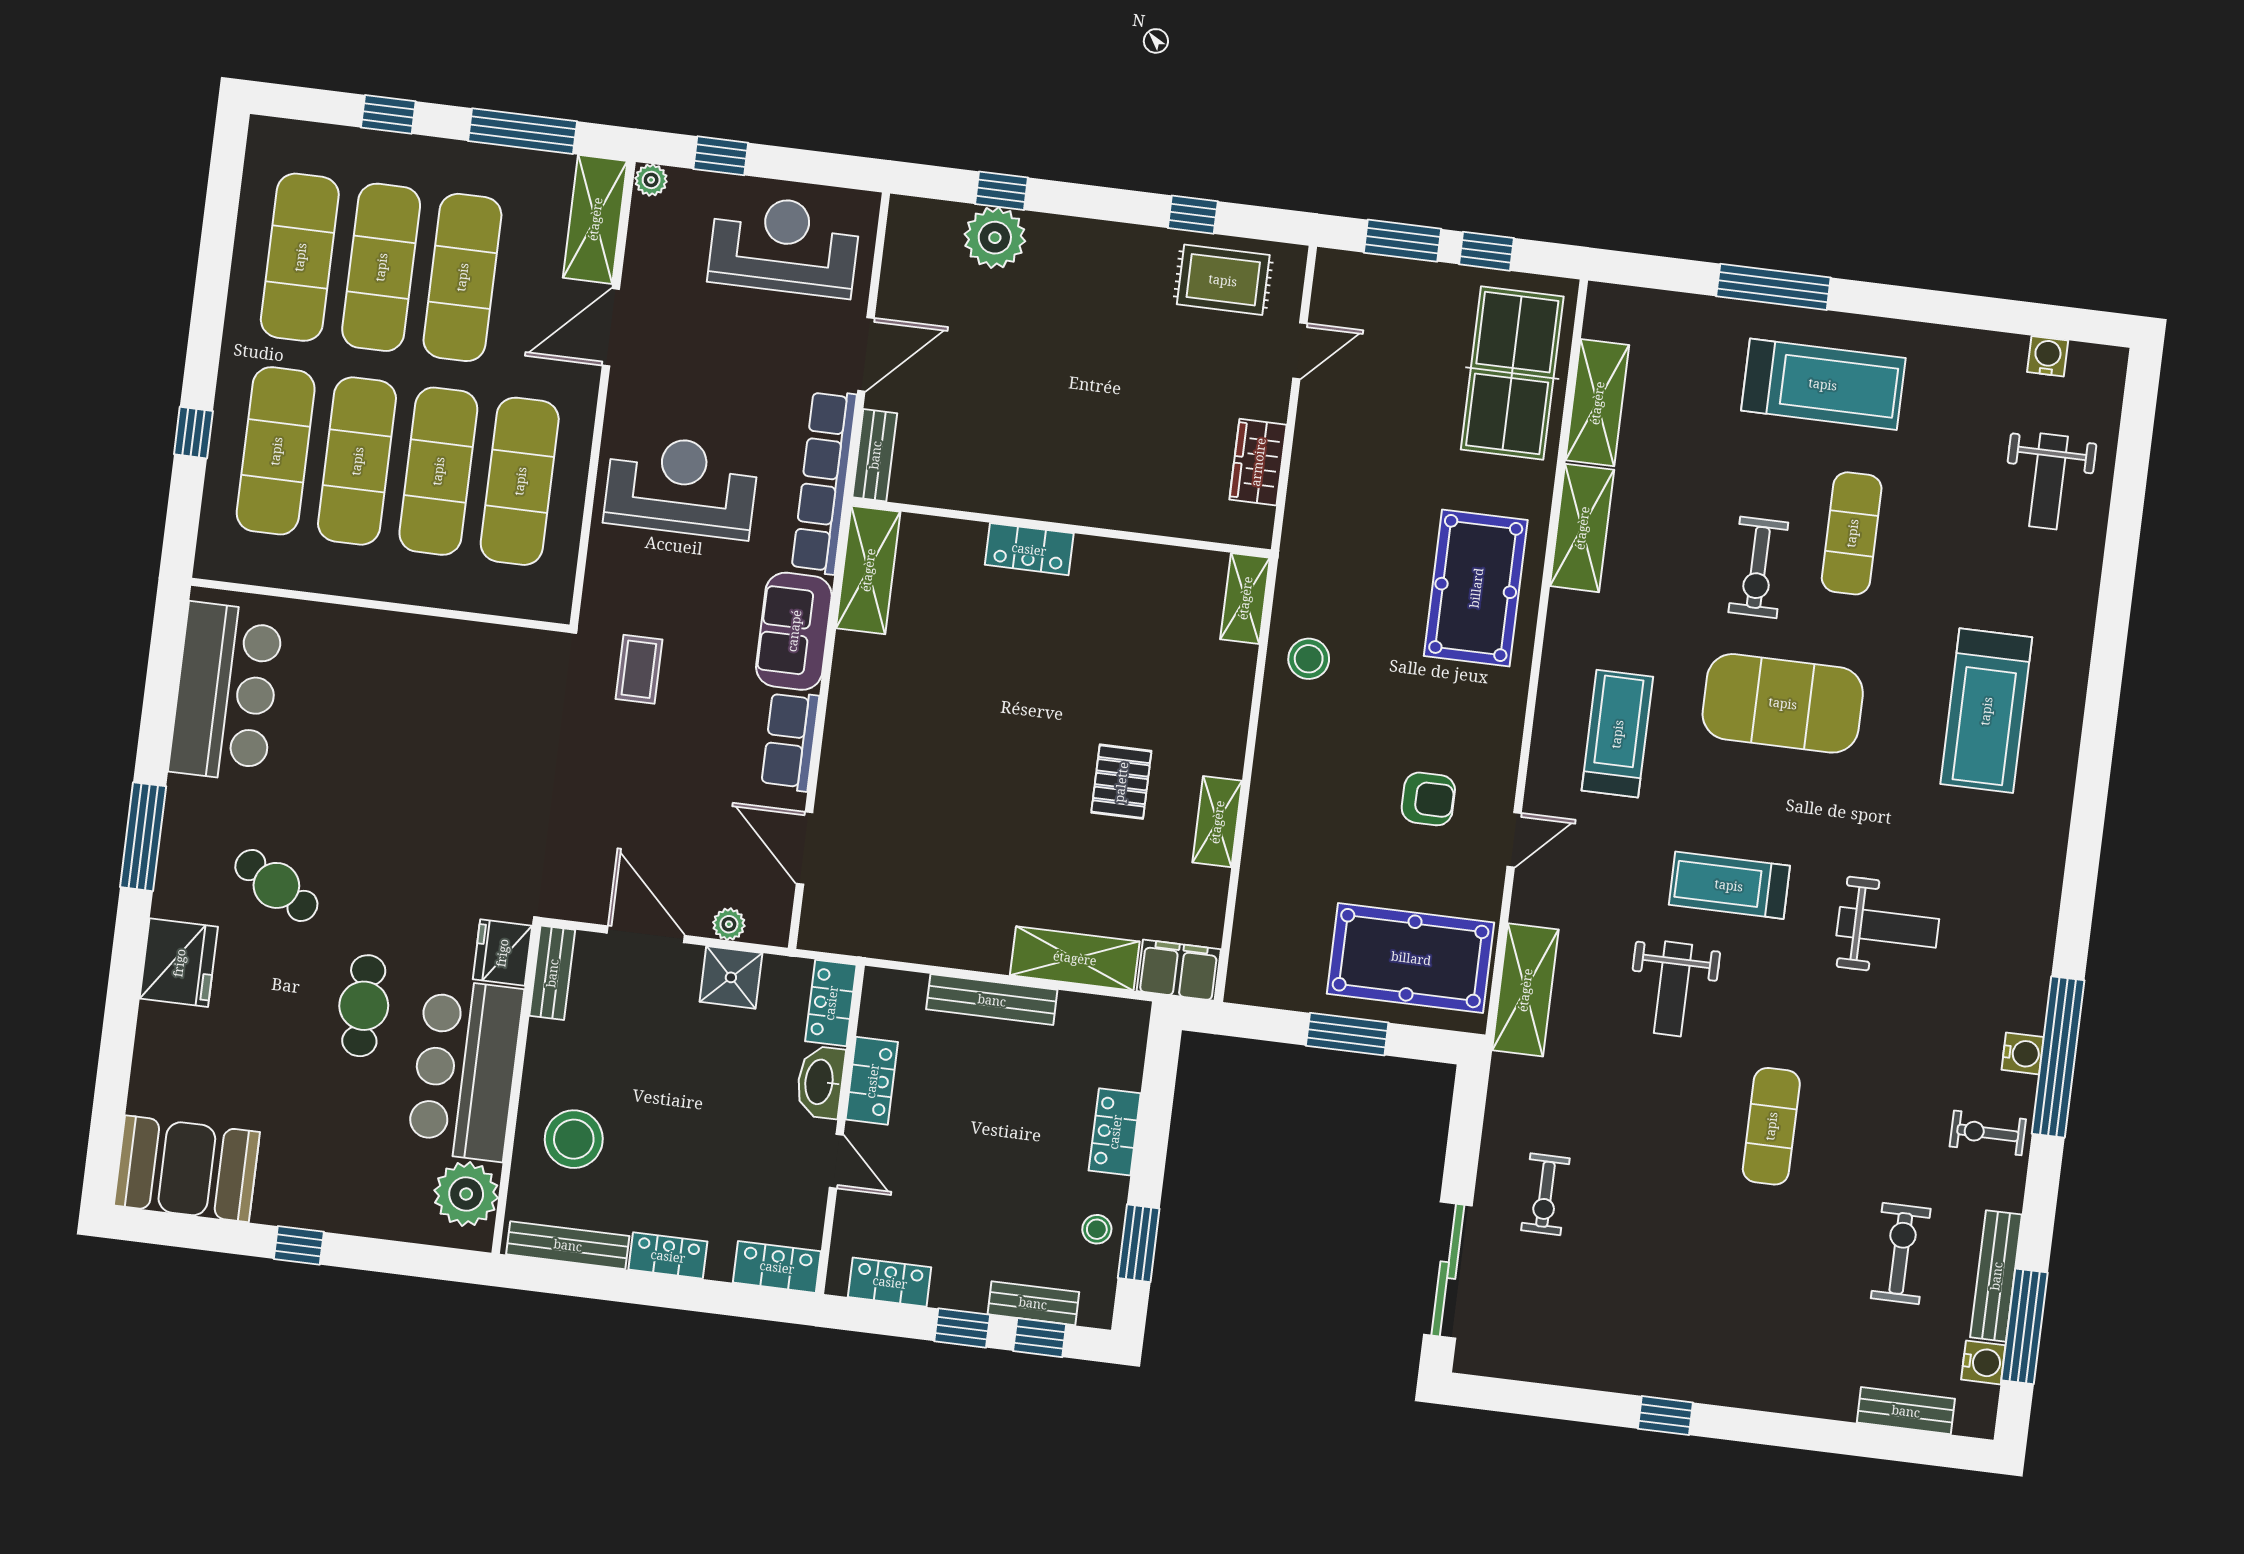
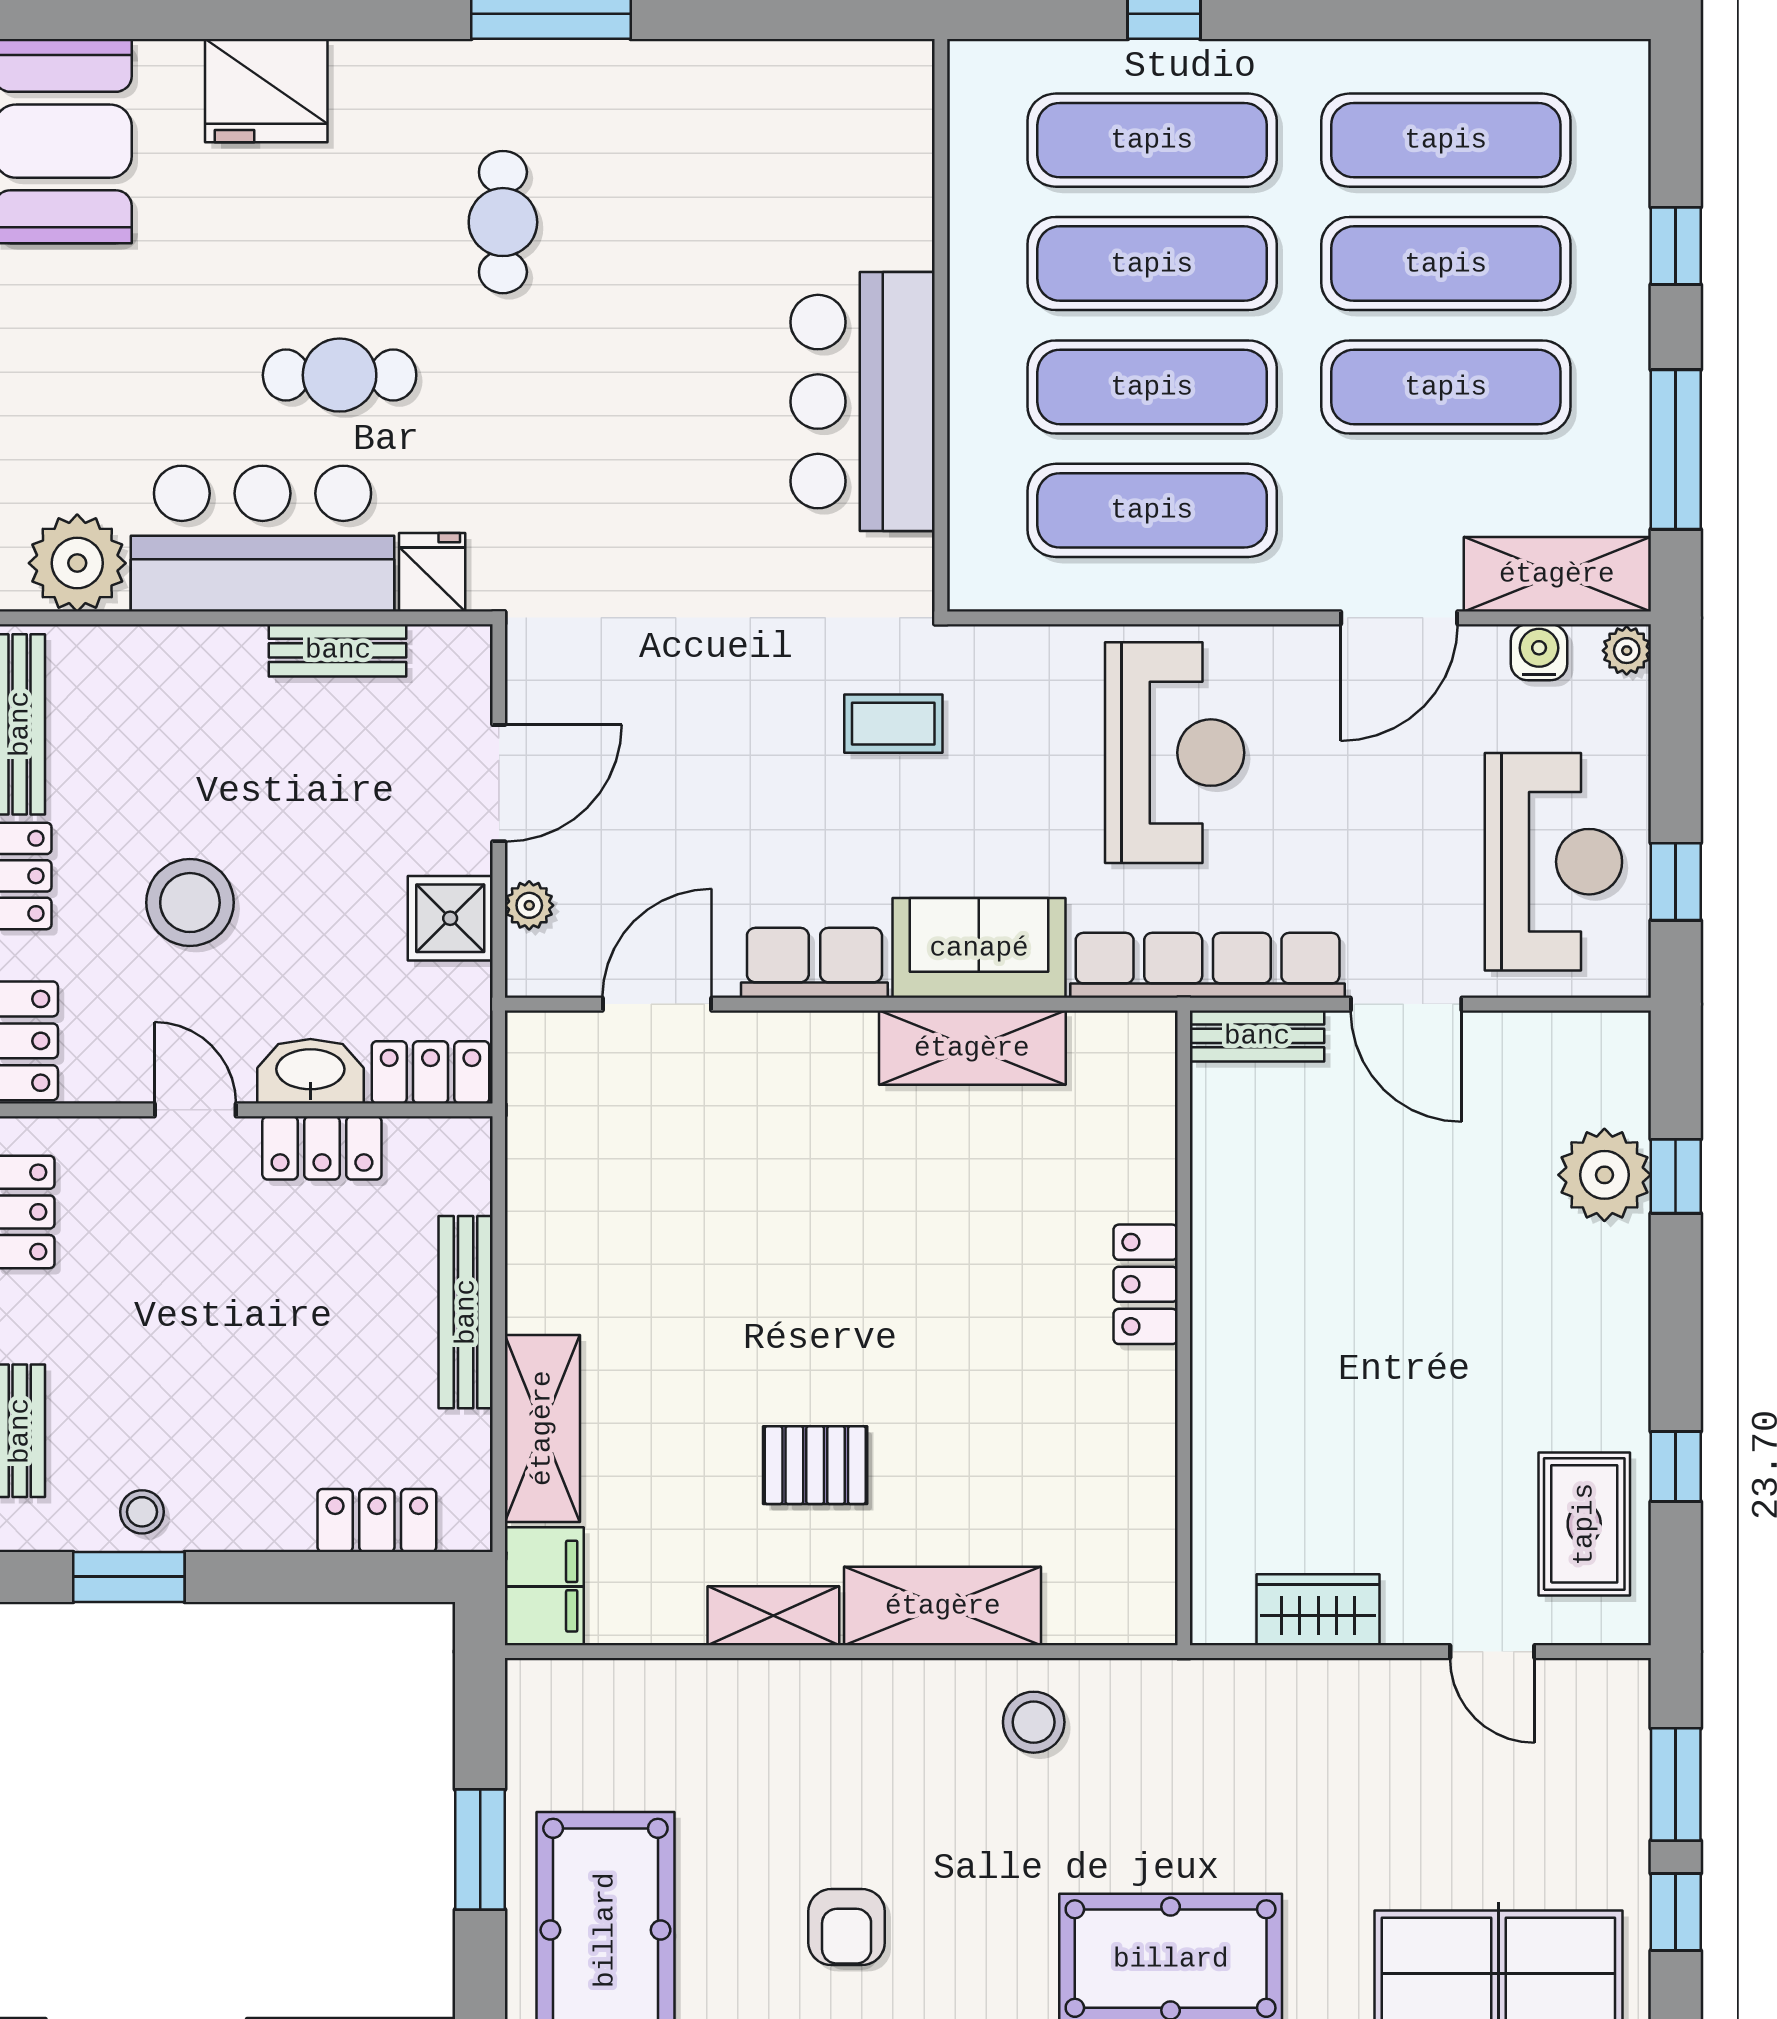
window: (721, 156) -> (1676, 882), moved
water cooler: (645, 238) -> (1539, 652), added
door: (611, 327) -> (1399, 618), swing flipped
shelving: (868, 570) -> (972, 1048), moved
shelving: (1245, 598) -> (943, 1606), moved, width x1.50, depth x1.33
bar counter: (226, 692) -> (863, 402), moved, turned 90
cafe table: (276, 885) -> (503, 222), turned -31
fridge: (502, 953) -> (432, 572), width x0.72
fridge: (179, 963) -> (266, 91), moved
bench: (552, 973) -> (338, 650), moved
locker: (1115, 1132) -> (377, 1520), moved
stool: (574, 1139) -> (190, 903), moved
door: (836, 1161) -> (195, 1110), swing flipped

